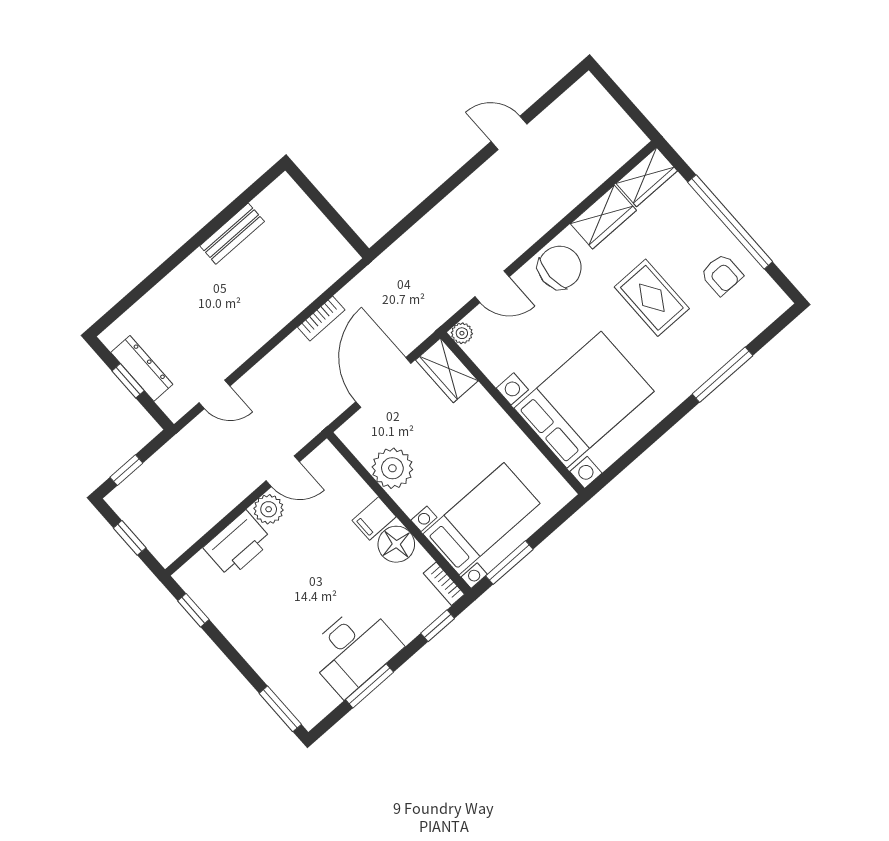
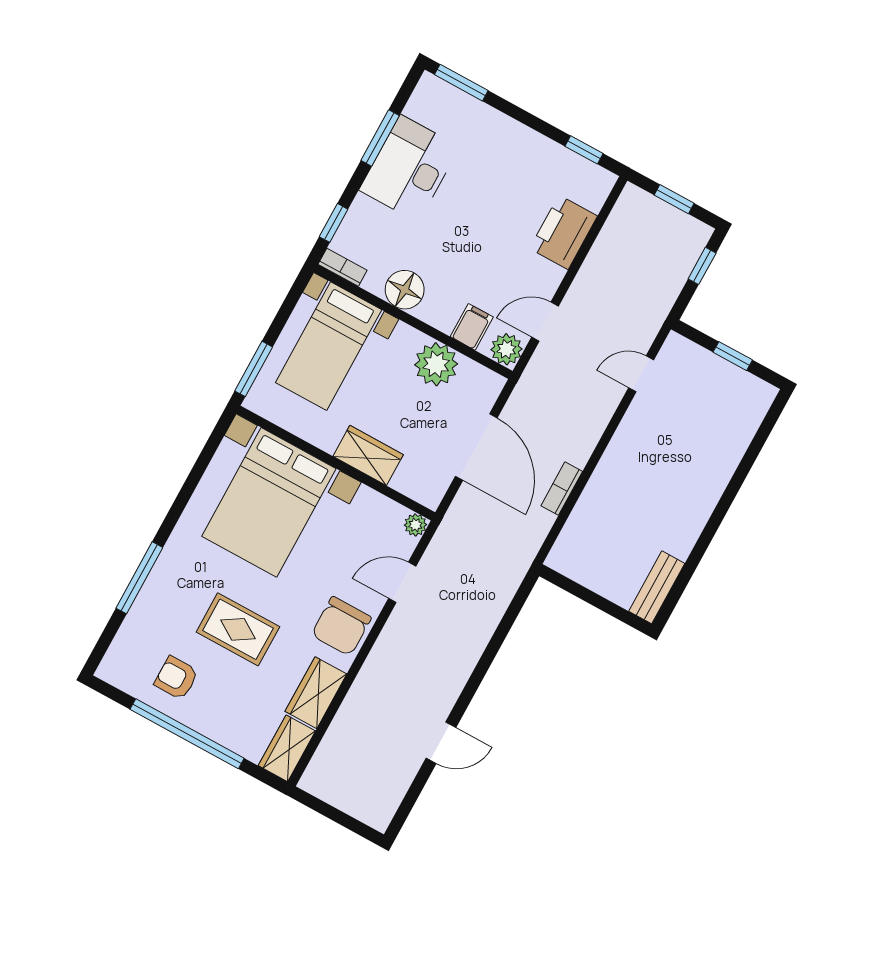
bench: (232, 234) -> (657, 587), moved
dresser: (142, 368) -> (724, 374), removed
wardrobe: (447, 370) -> (368, 455), moved
plant: (269, 509) -> (506, 349), moved
filing cabinet: (374, 519) -> (472, 327), moved
window: (509, 563) -> (254, 369), moved

